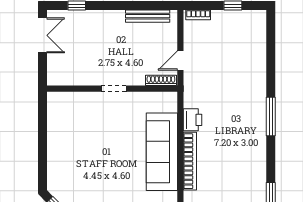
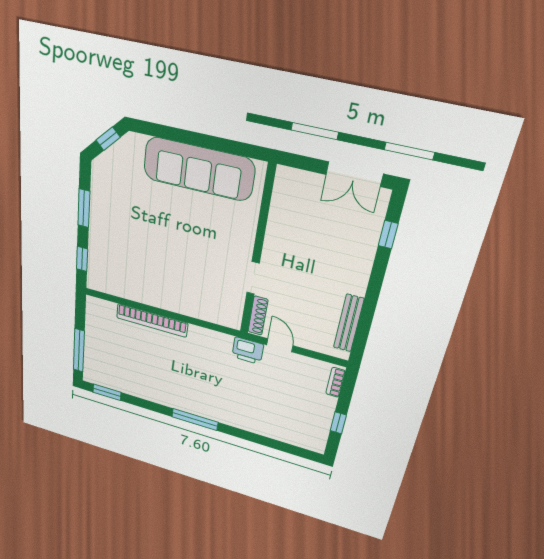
doorway: (114, 89) -> (253, 278), moved
printer: (193, 120) -> (248, 351), moved
sofa: (162, 152) -> (199, 169), moved, turned 180

